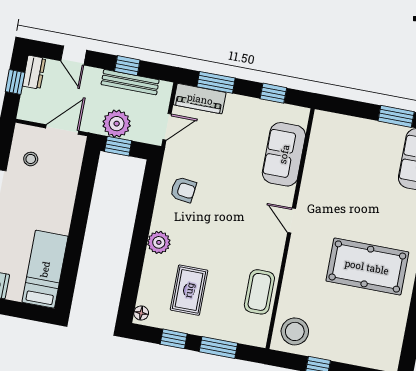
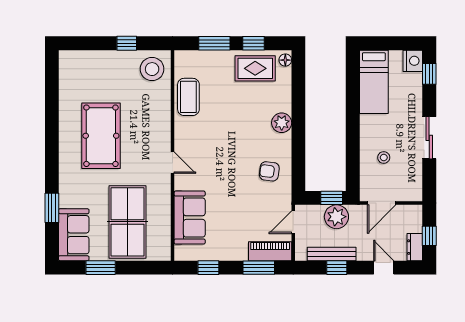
stool: (31, 159) -> (384, 158), moved
table tennis table: (356, 163) -> (128, 222), added
pool table: (367, 267) -> (101, 136), turned 90
rug: (189, 290) -> (255, 68), moved, turned 90

